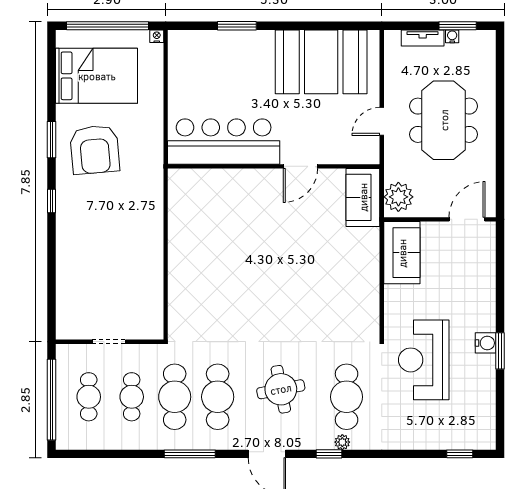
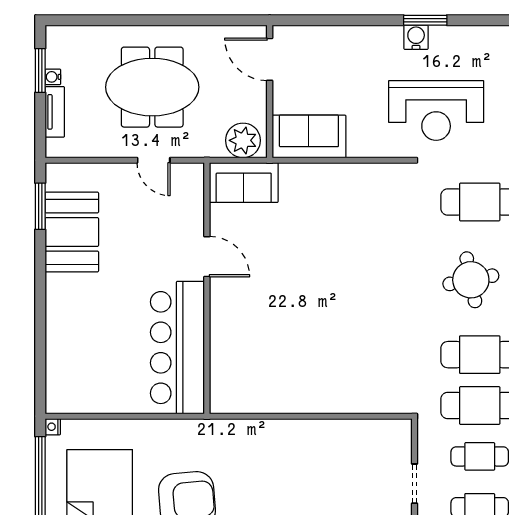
window: (237, 26) -> (40, 206), moved
booth: (321, 62) -> (72, 232), width x0.73, depth x0.70

